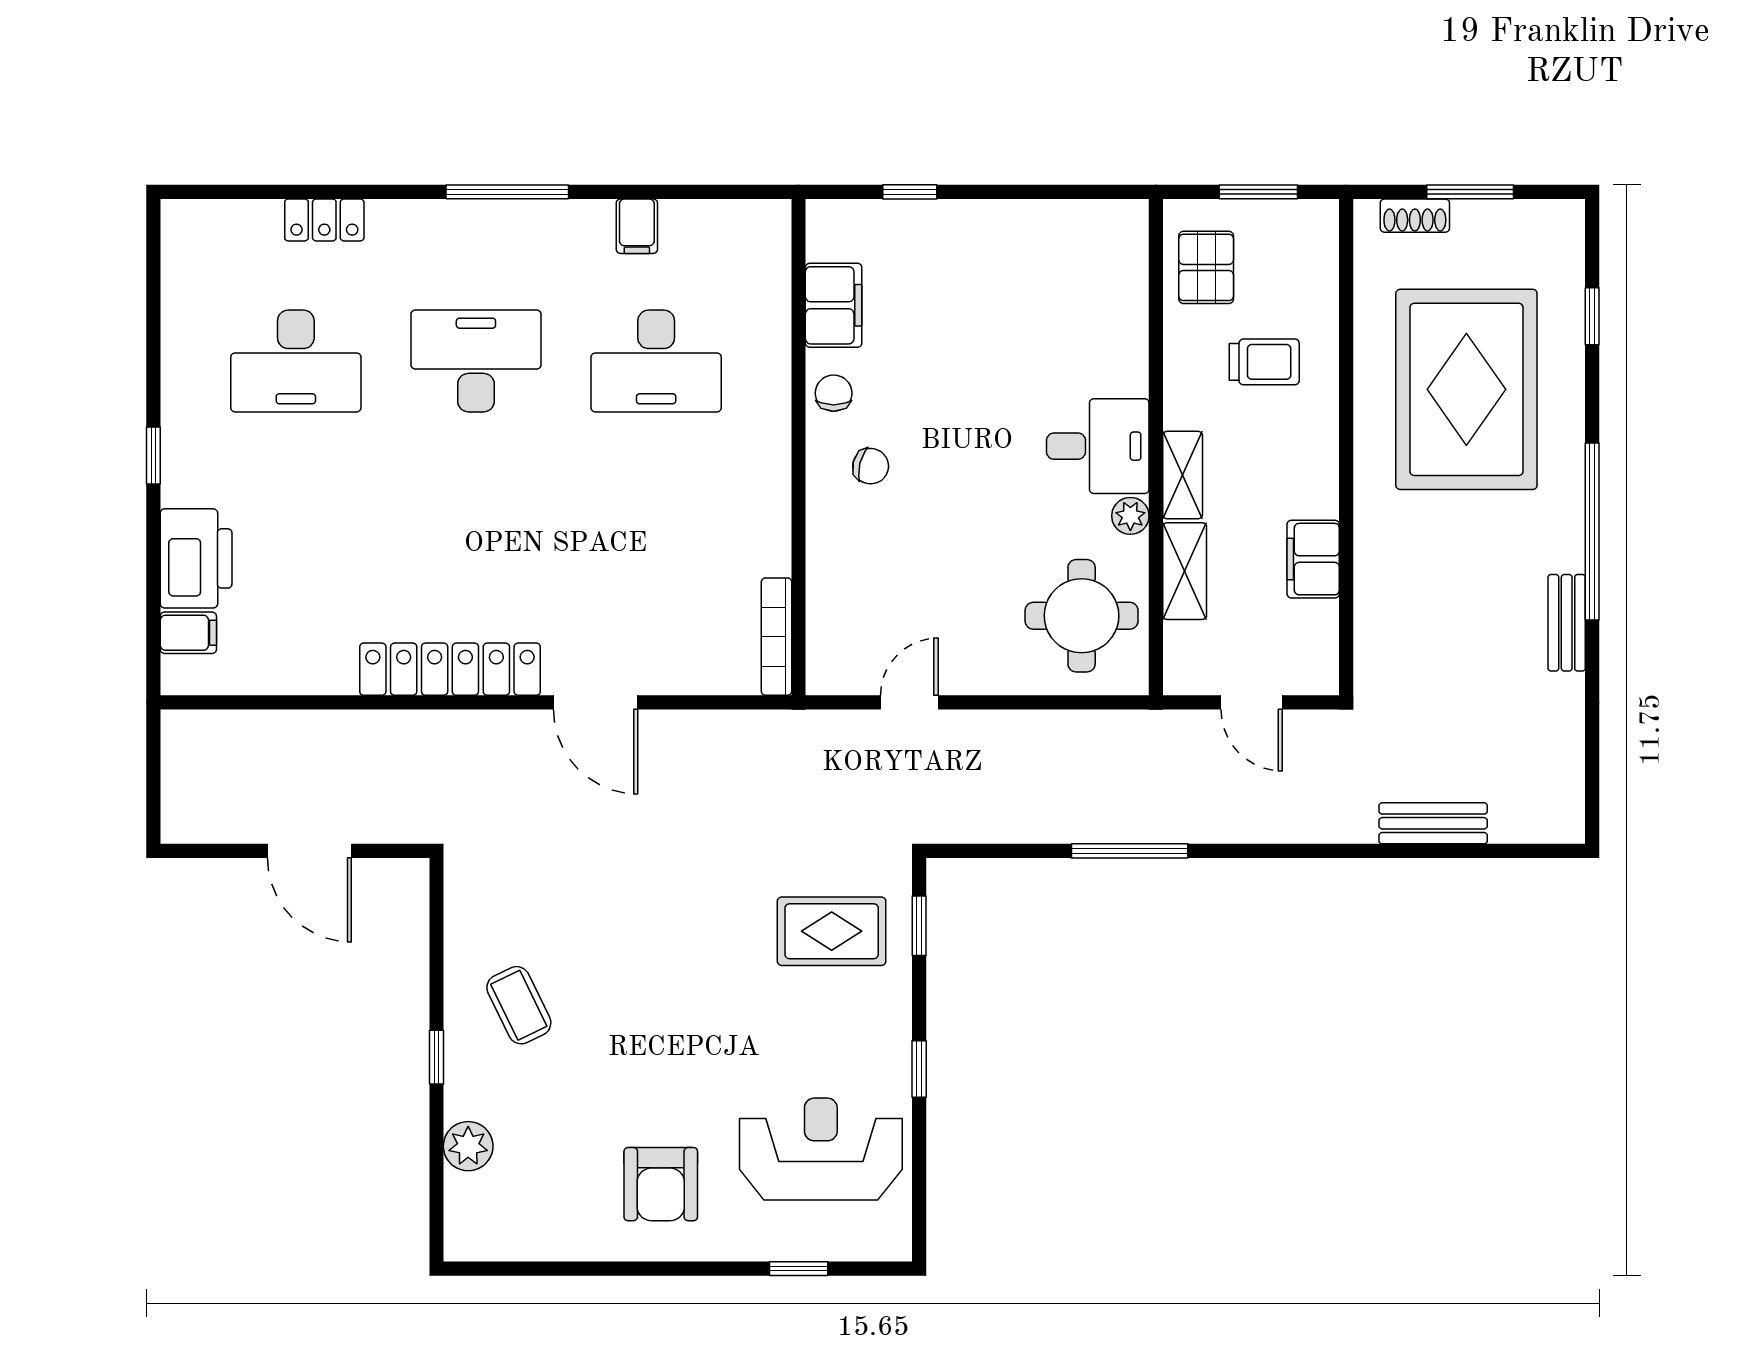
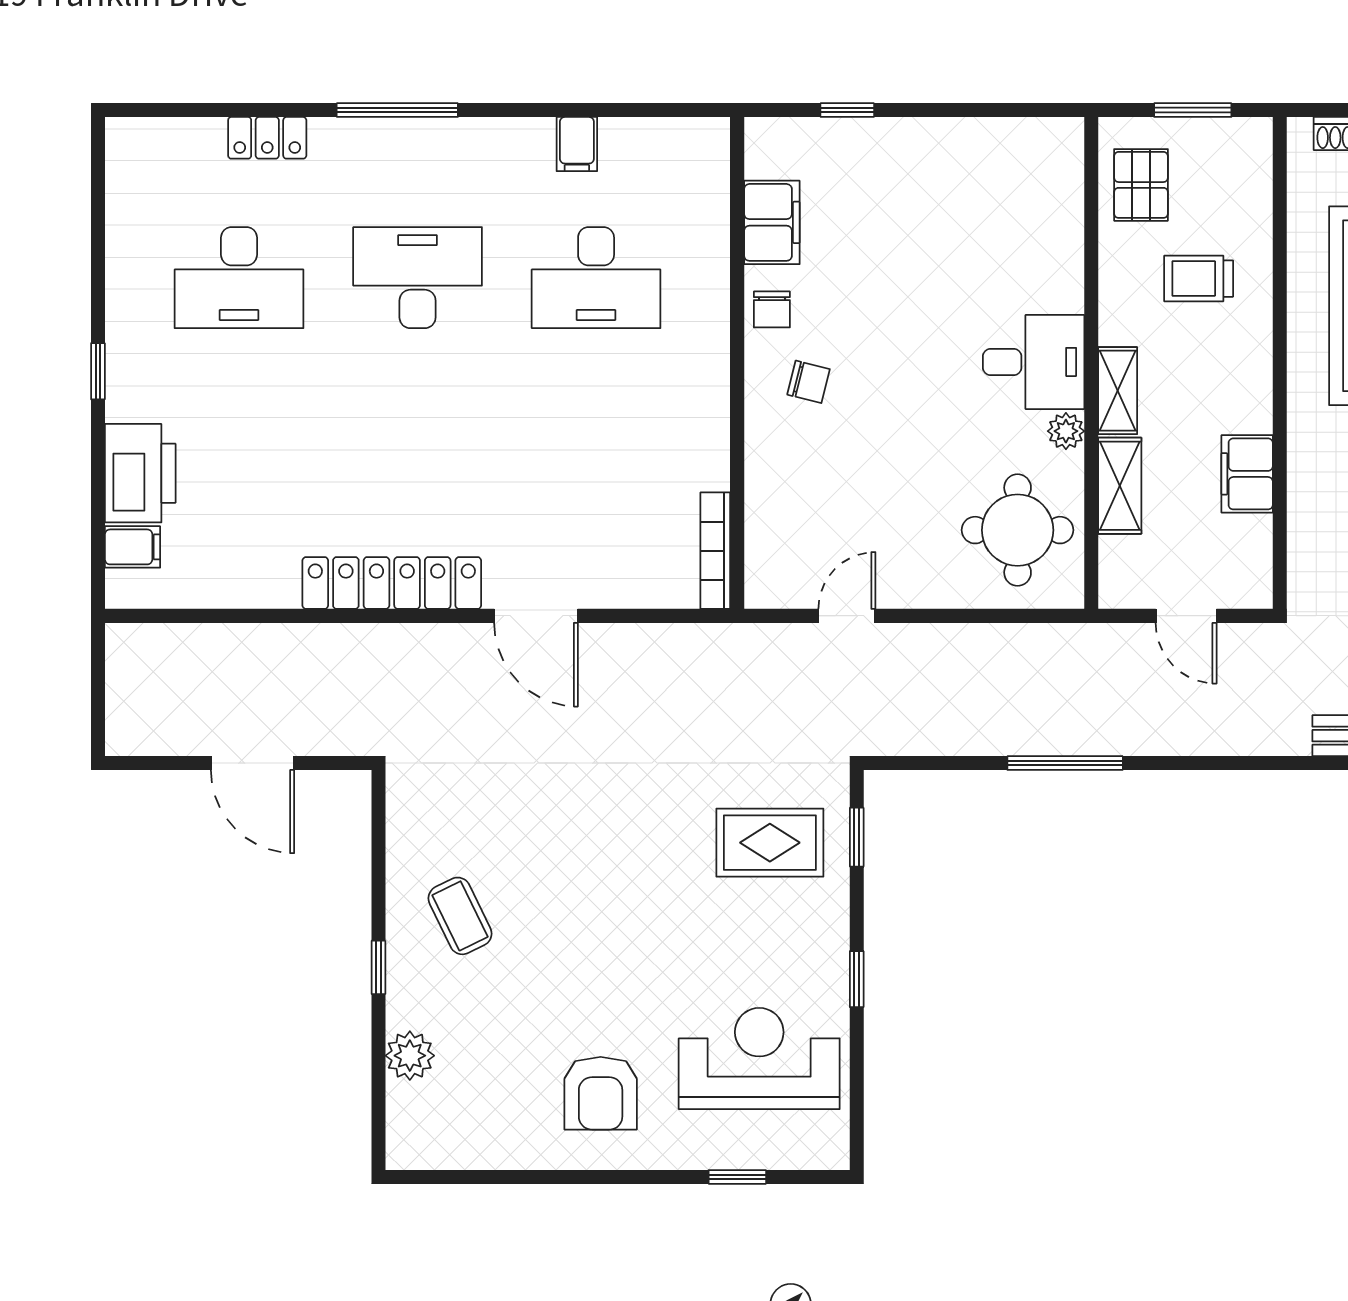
window: (507, 192) -> (397, 110), moved
trolley: (1264, 362) -> (1199, 279), turned 180
chair: (834, 393) -> (772, 309), turned 180

